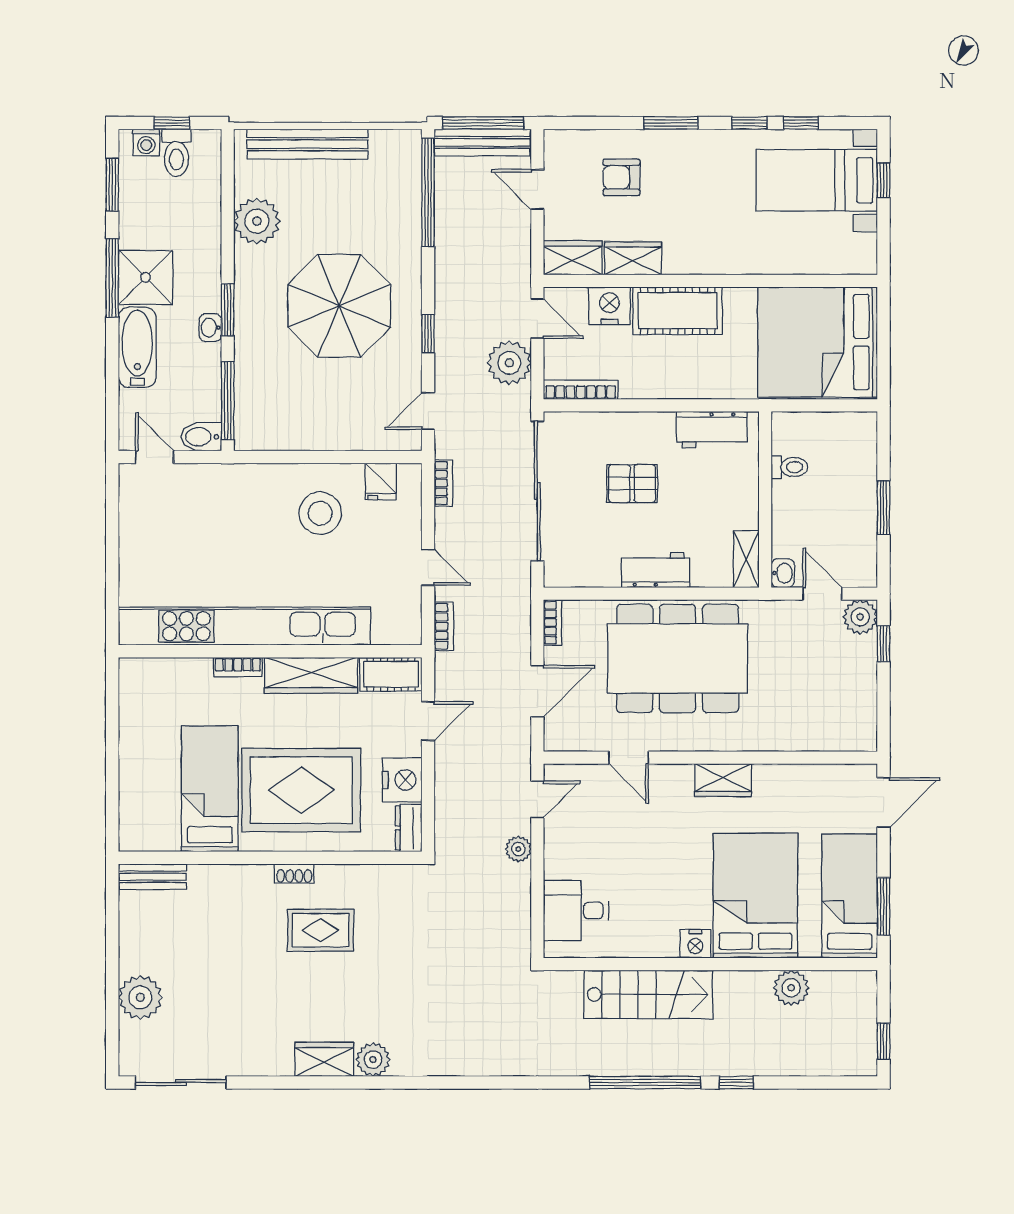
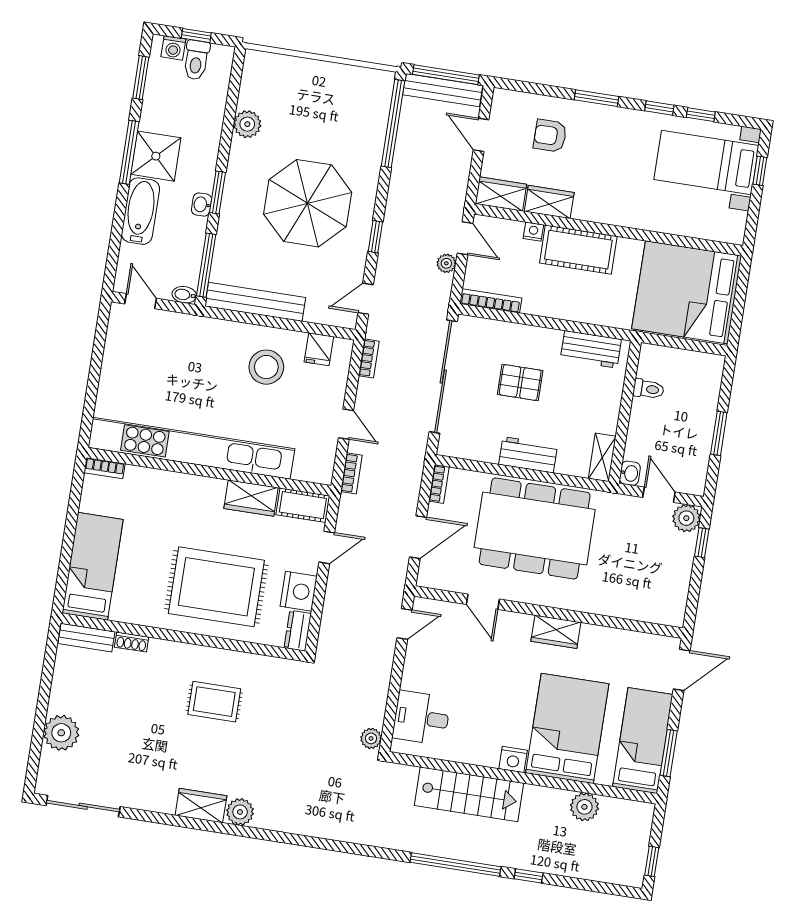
bench: (307, 144) -> (255, 302), moved
plant: (257, 221) -> (247, 124), width x0.73, depth x0.73
nightstand: (610, 306) -> (533, 232), width x0.53, depth x0.56
plant: (509, 363) -> (446, 263), width x0.53, depth x0.53
bidet: (201, 437) -> (184, 295), width x0.72, depth x0.74
bookcase: (238, 667) -> (104, 468), moved
wardrobe: (311, 675) -> (251, 498), width x0.67
bed: (210, 789) -> (93, 566), moved
plant: (518, 849) -> (371, 738), moved
shoe rack: (294, 873) -> (132, 642), moved

